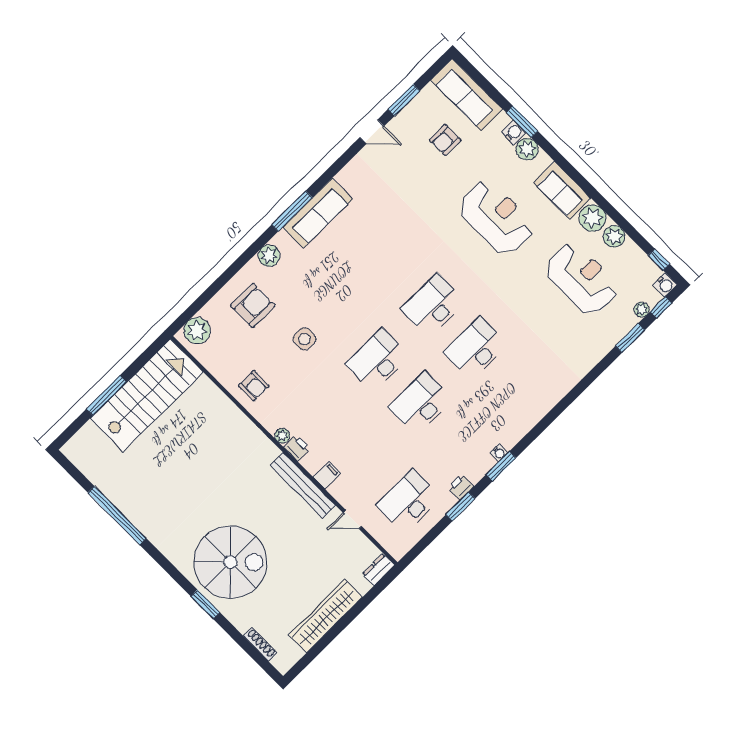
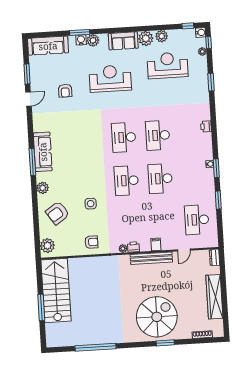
armchair: (445, 140) -> (65, 91), moved
armchair: (253, 306) -> (58, 213), turned -124
window: (630, 338) -> (211, 82), moved
printer: (461, 487) -> (206, 126), moved

